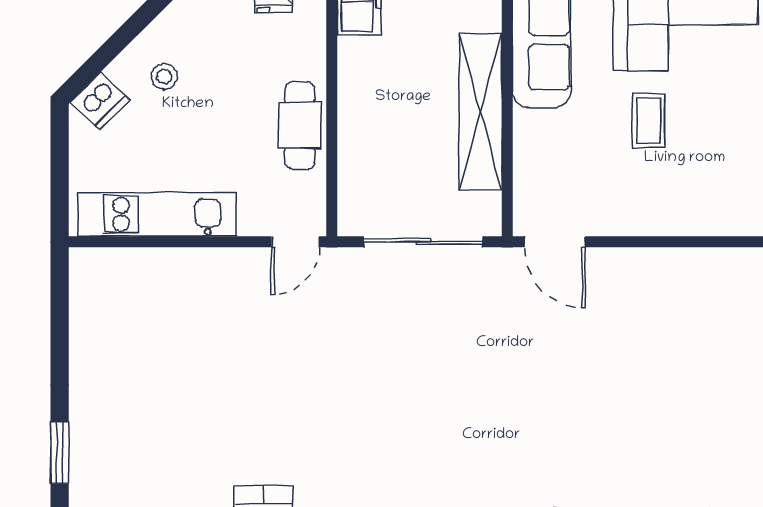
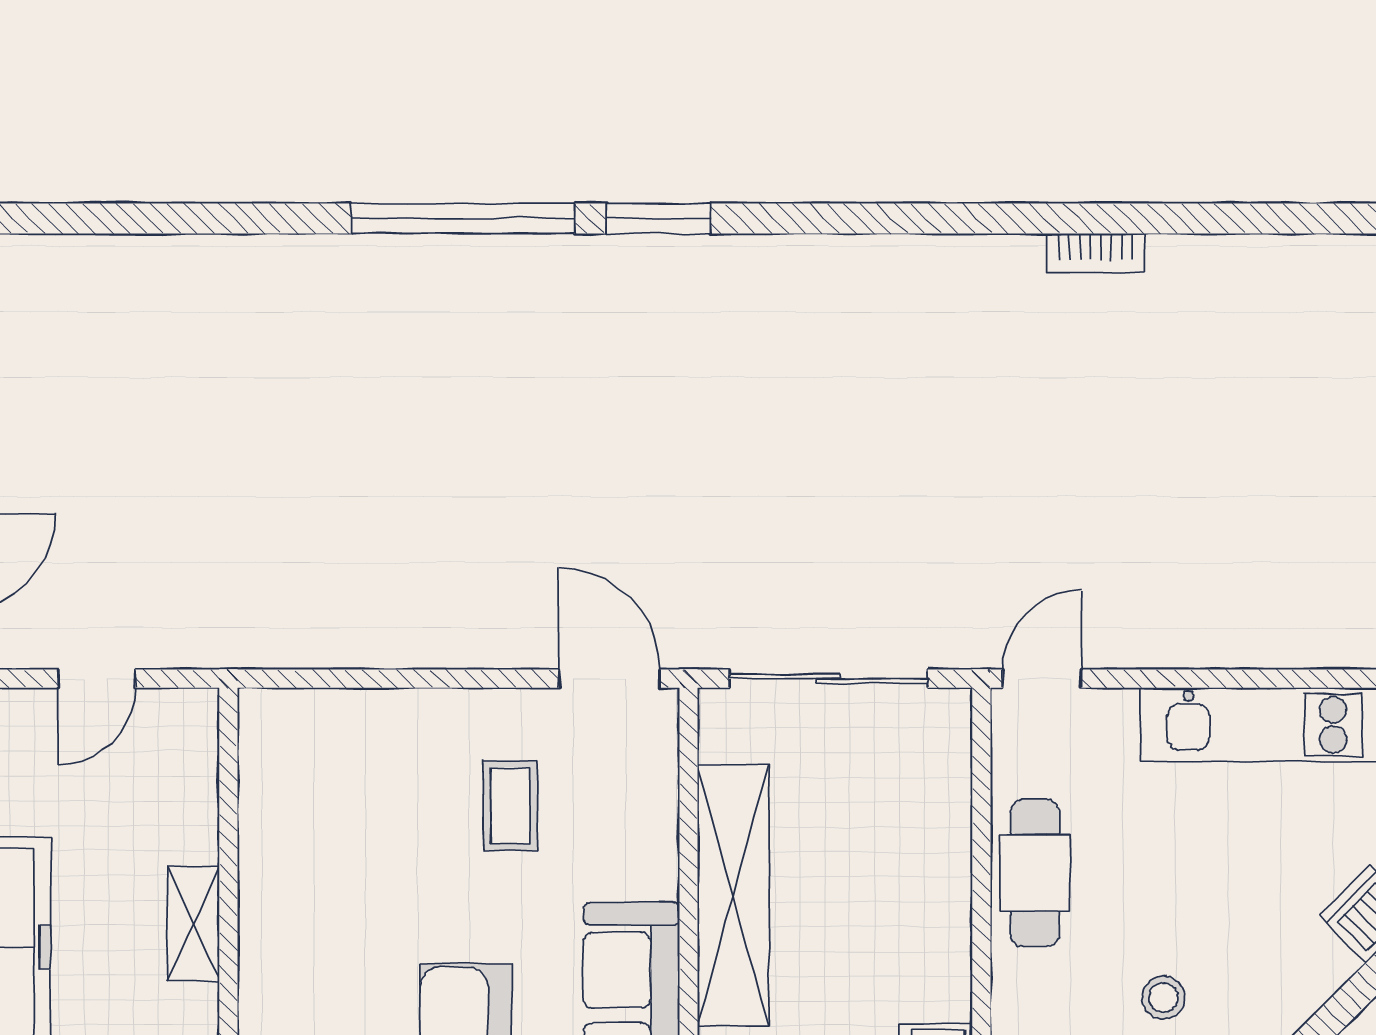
stool: (164, 76) -> (1163, 997), moved
coffee table: (649, 121) -> (510, 806), moved

